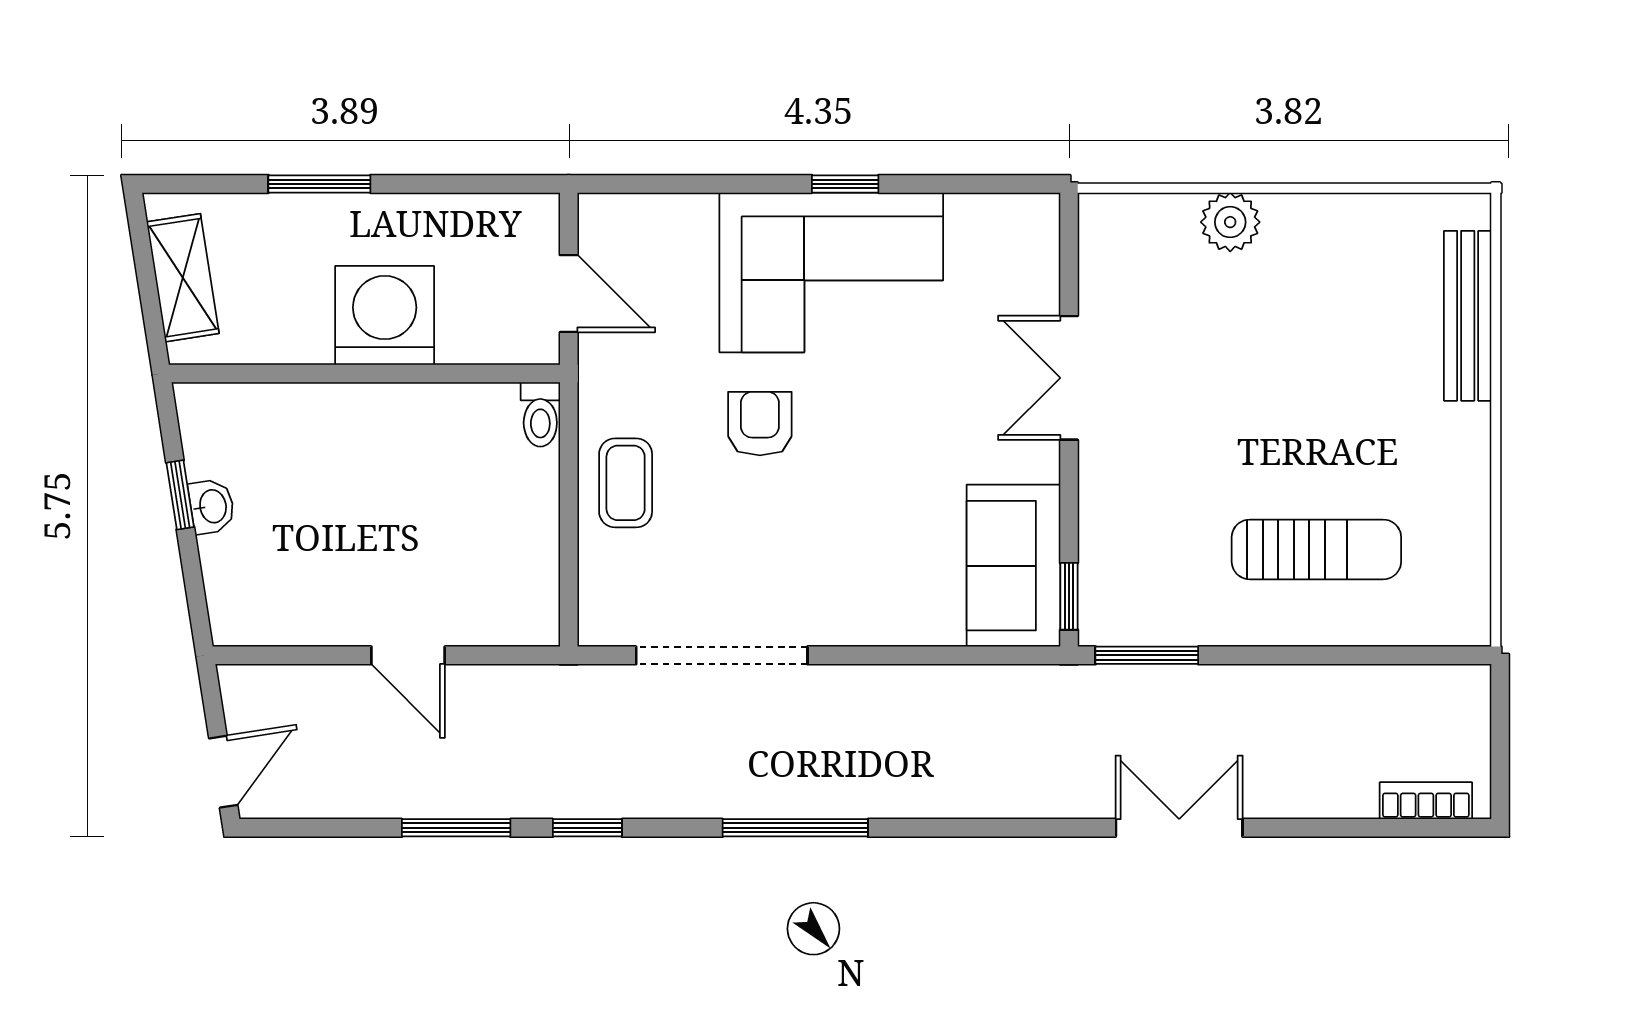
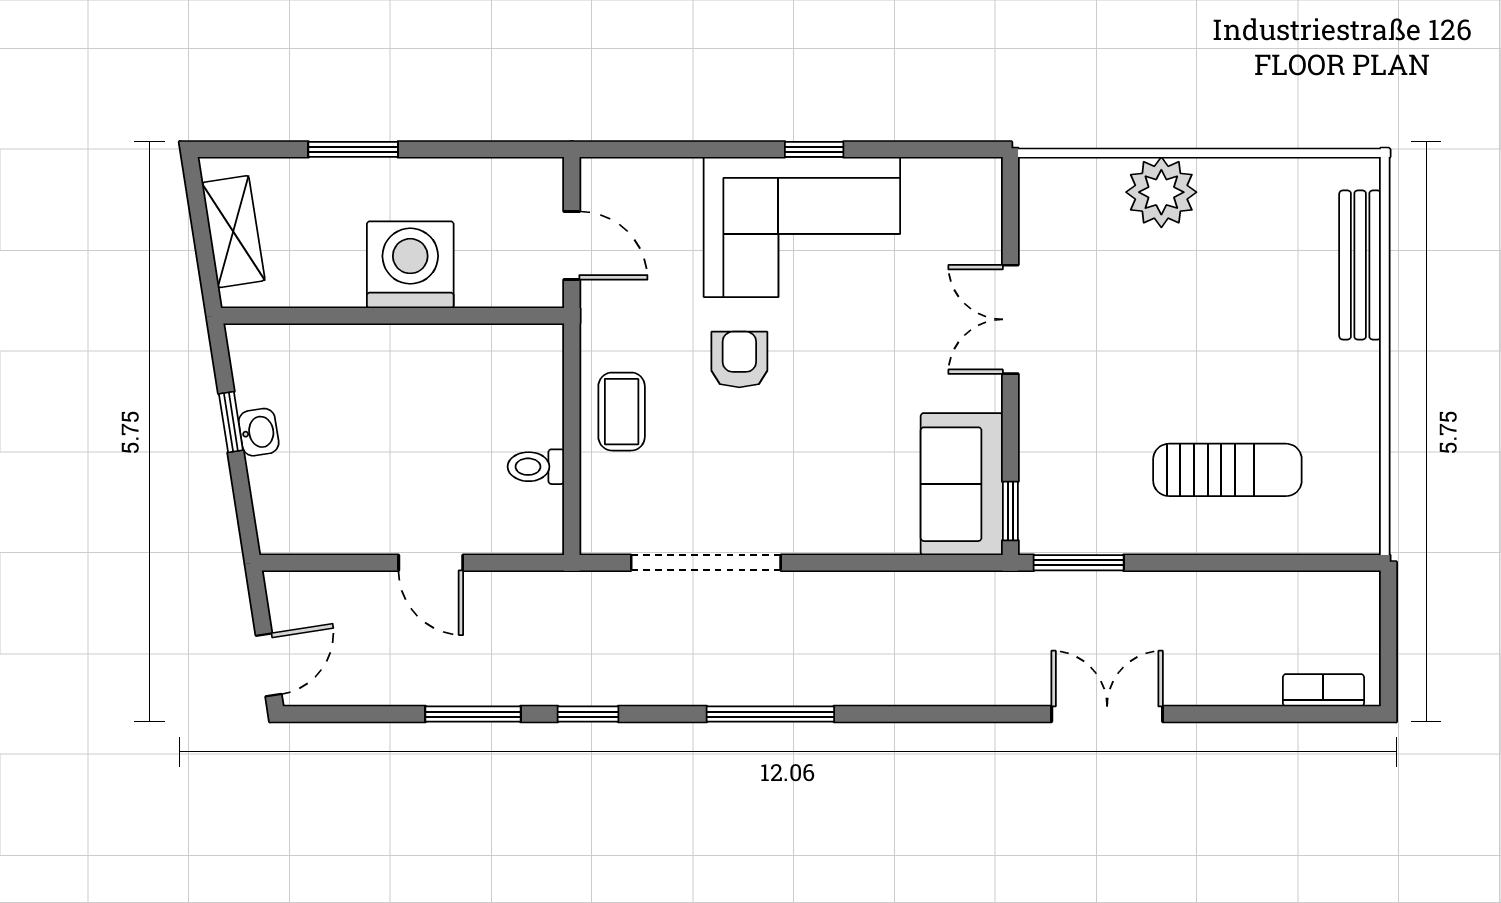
plant: (1230, 222) -> (1161, 192), width x1.36, depth x1.36
toilet: (540, 414) -> (536, 467), moved, turned 90

